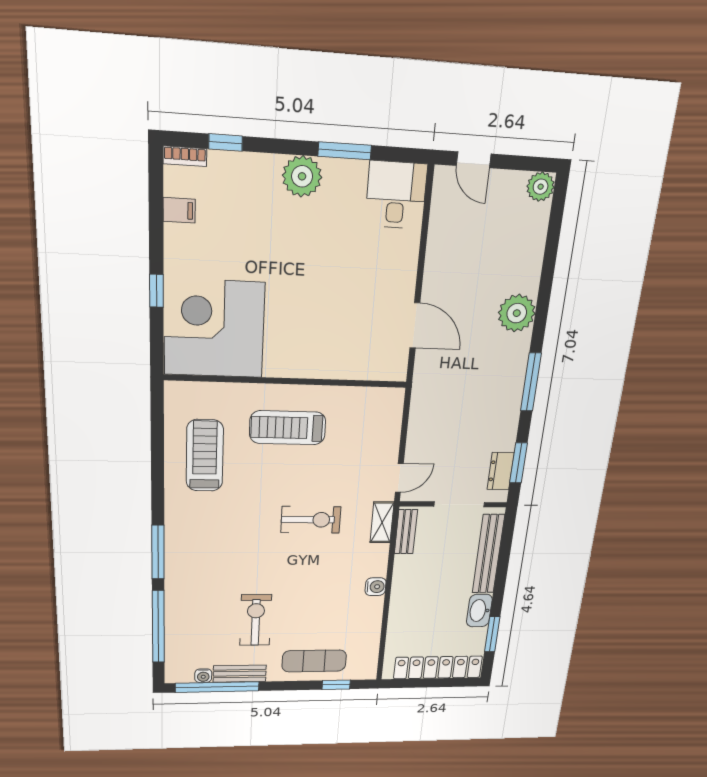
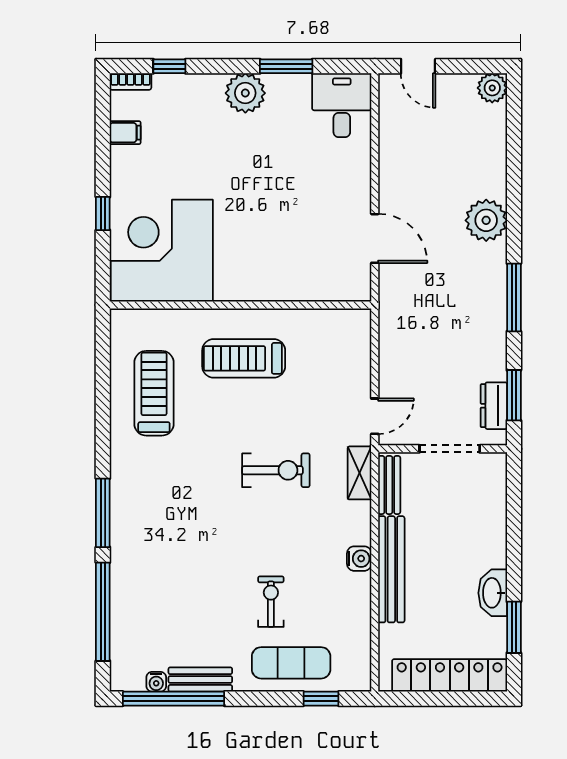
bench: (488, 554) -> (391, 569), moved
exercise bike: (256, 620) -> (271, 602), moved, width x0.73, depth x0.72

